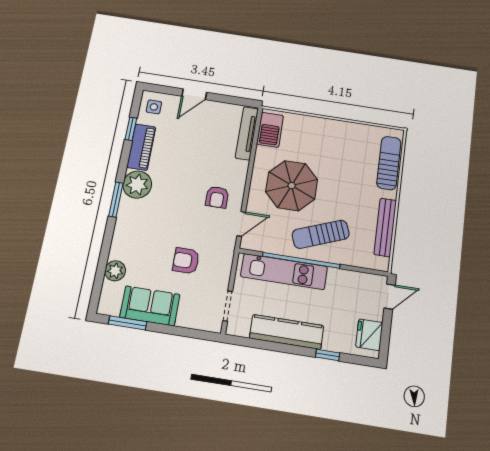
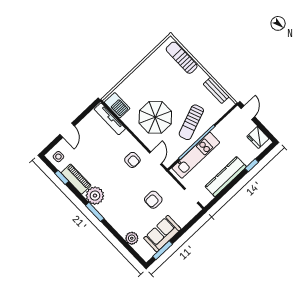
bench: (385, 227) -> (216, 90), width x0.73

